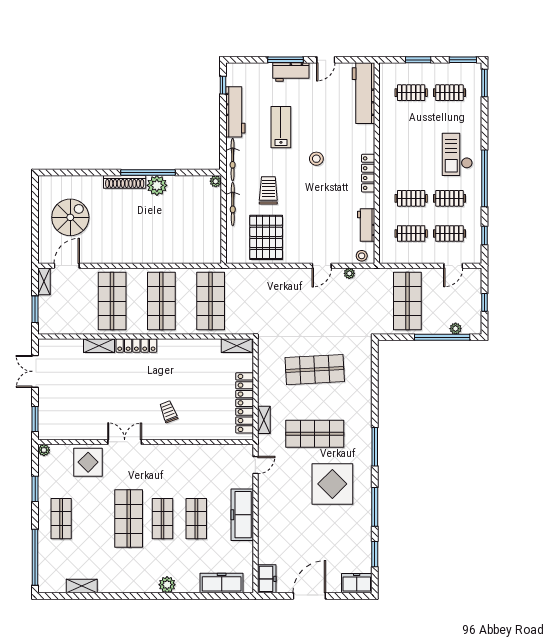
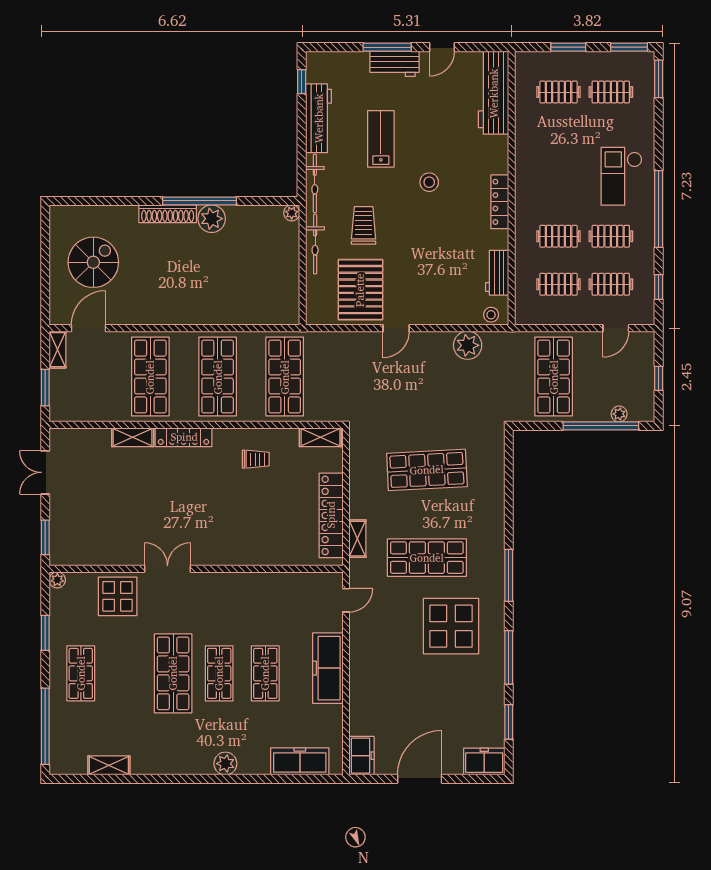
door: (322, 266) -> (396, 328), moved
plant: (349, 273) -> (468, 345), width x1.87, depth x1.87
trolley: (168, 412) -> (256, 459), moved, turned 111

